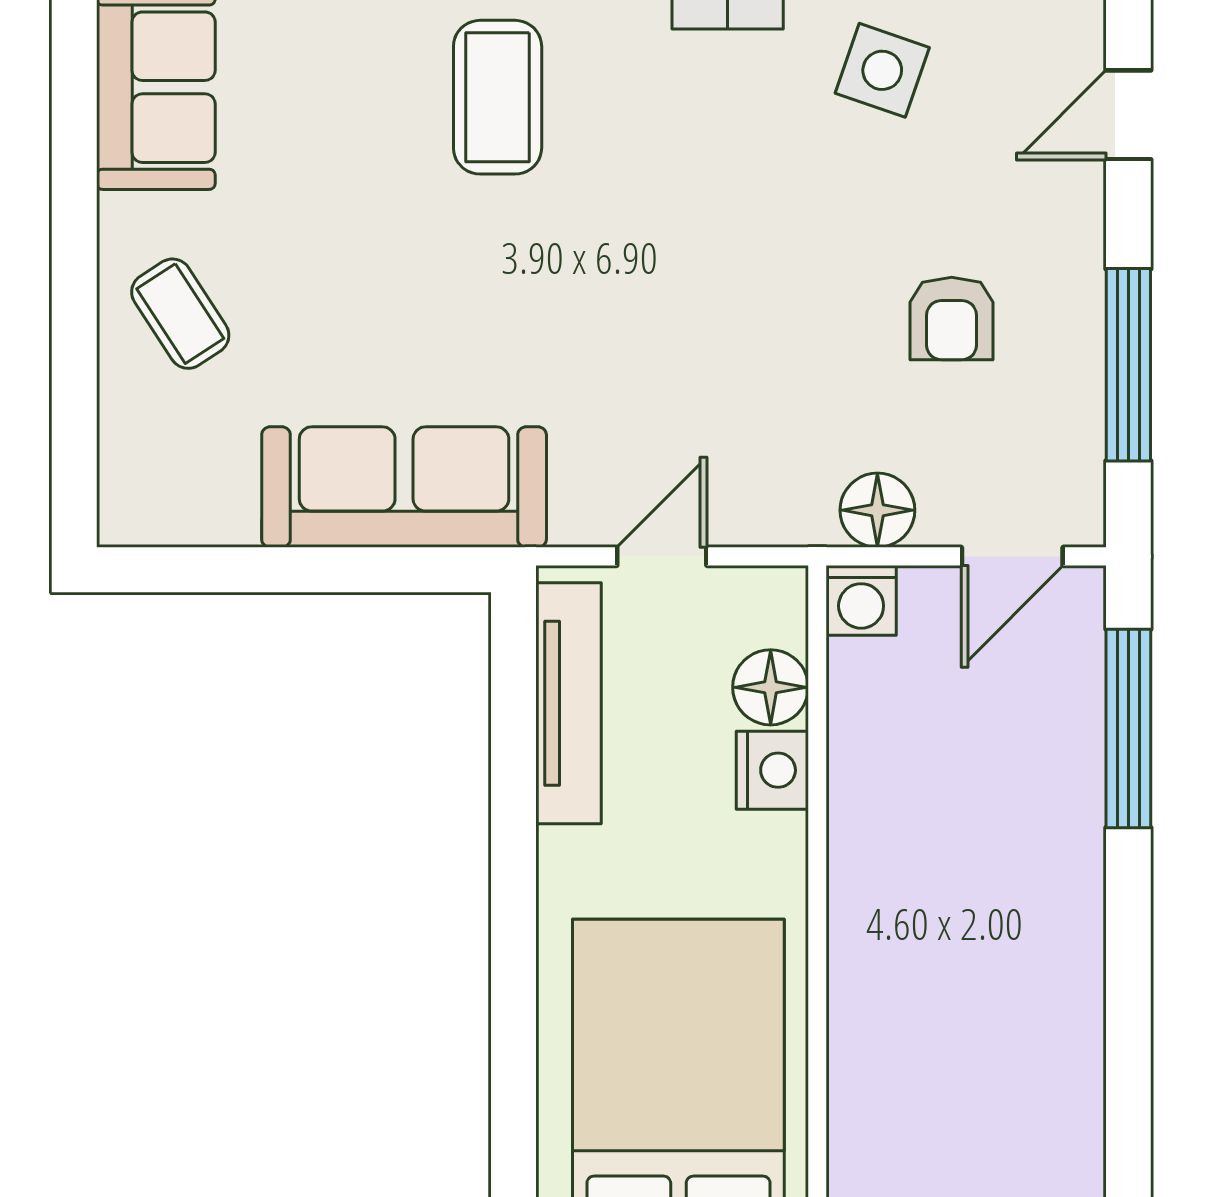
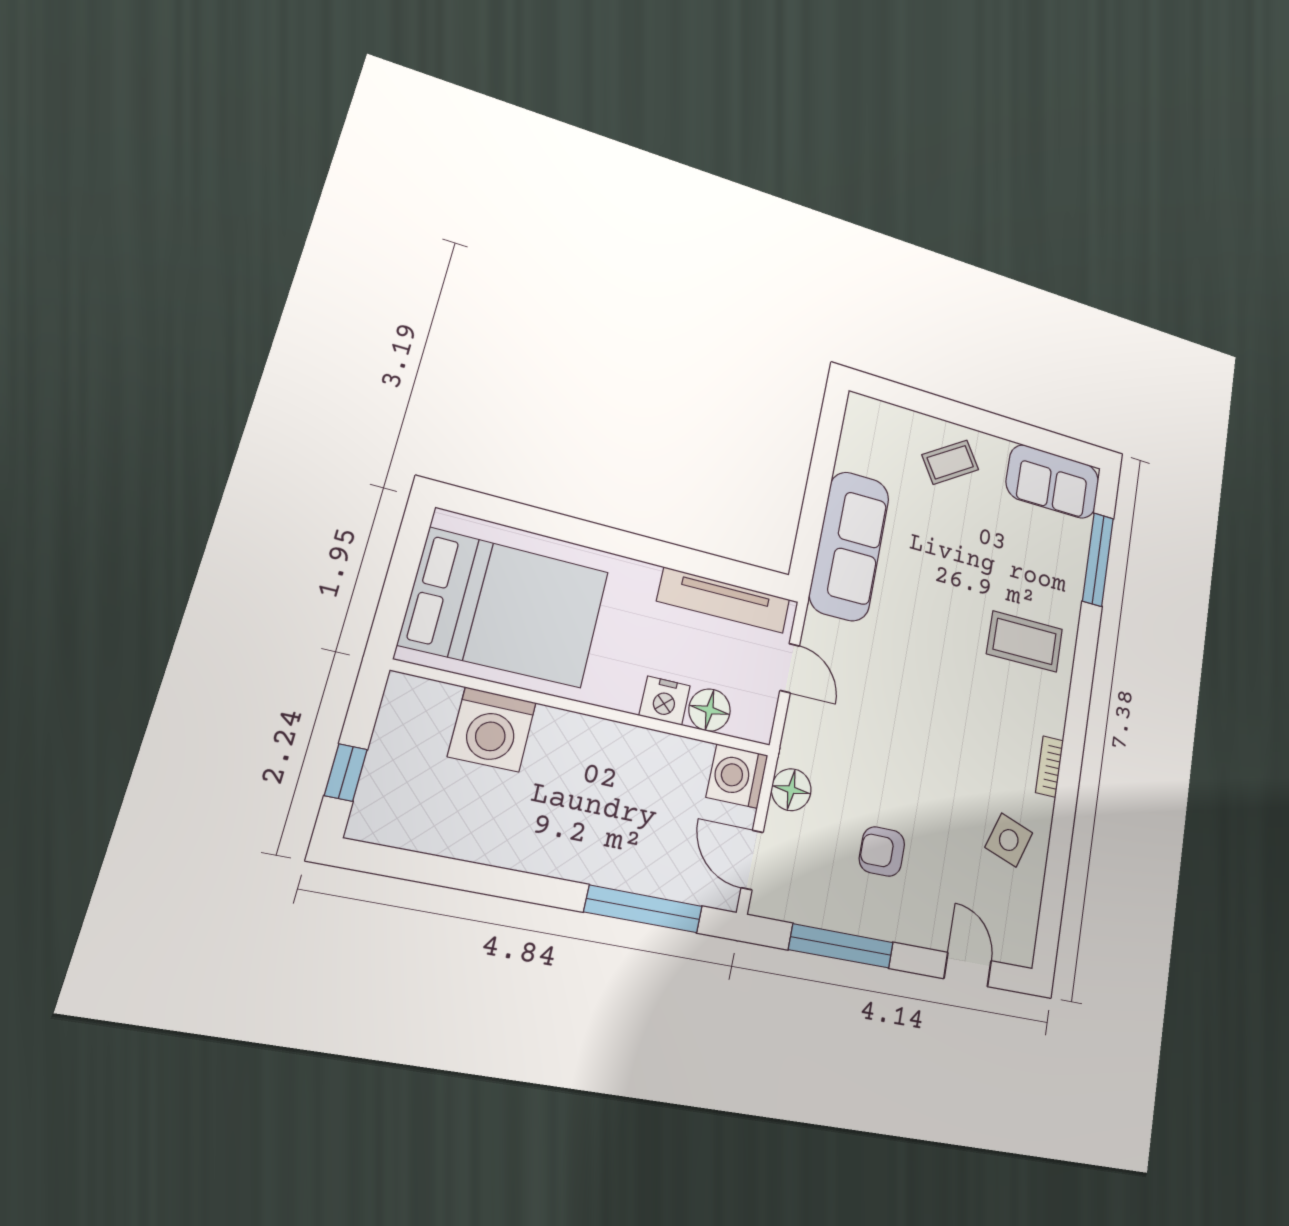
washing machine: (861, 600) -> (737, 776), width x1.38, depth x1.38
washing machine: (886, 1047) -> (492, 729), added

